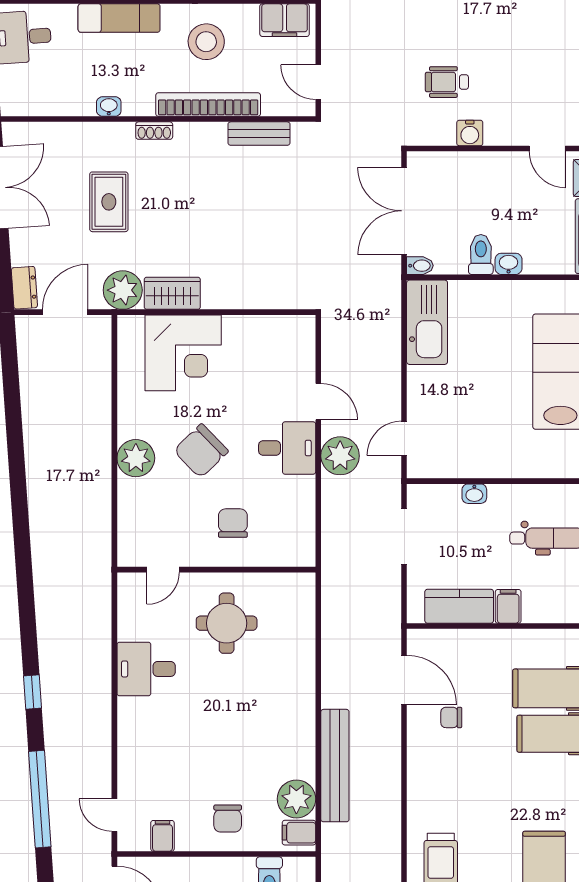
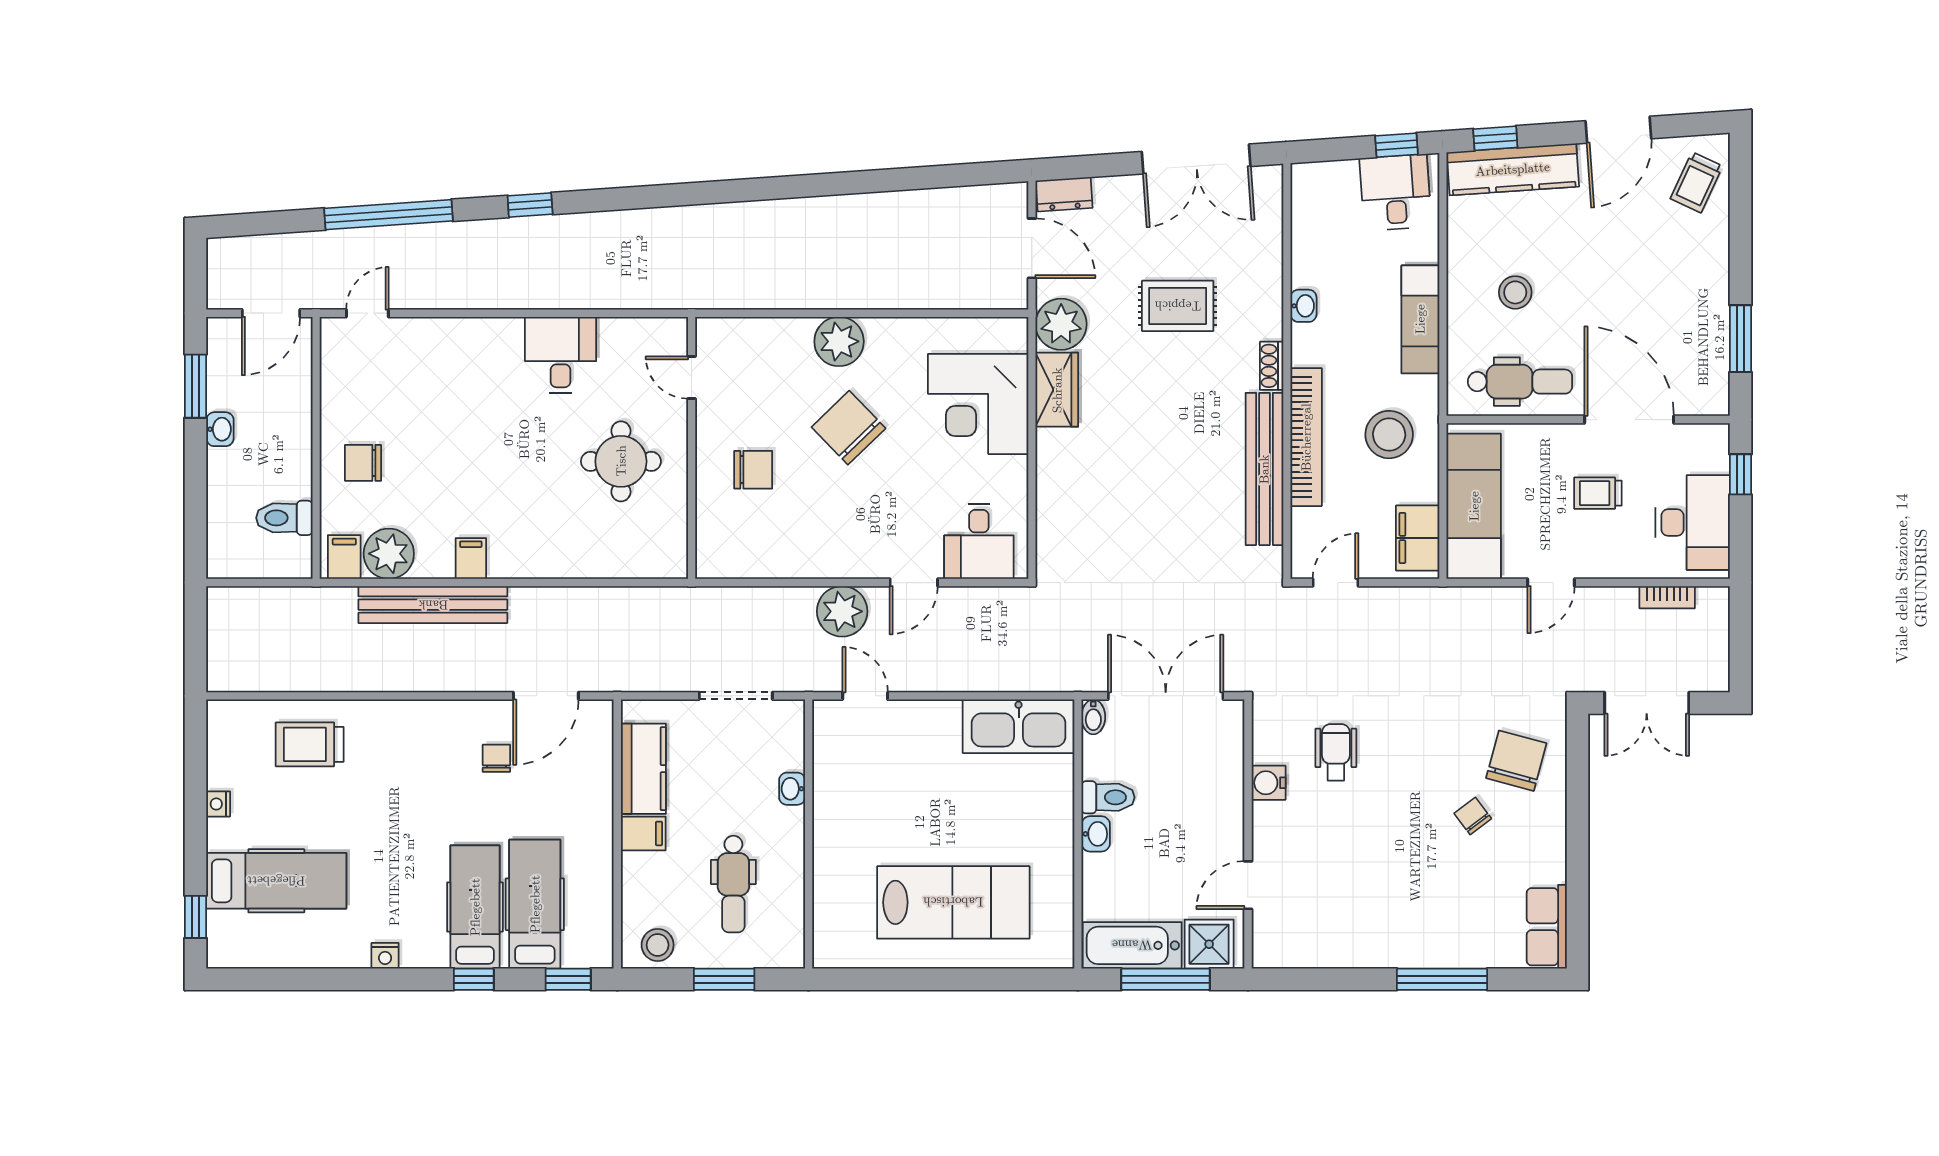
bench: (259, 134) -> (1264, 469), width x1.86, depth x1.21
desk: (287, 448) -> (979, 541), moved
filing cabinet: (162, 836) -> (471, 558), moved, turned -90

